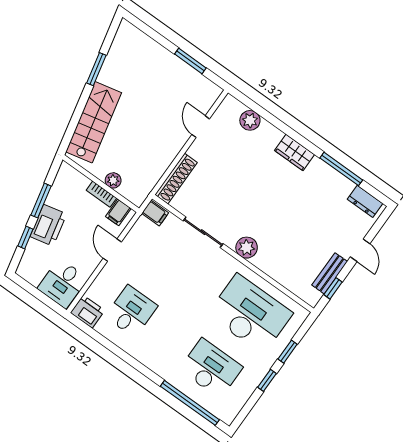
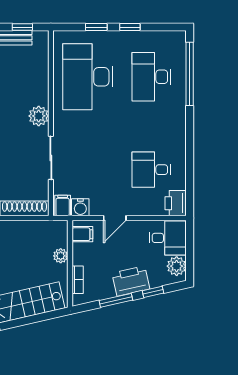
bookcase: (101, 194) -> (78, 280), moved
water cooler: (143, 227) -> (80, 207), added
plant: (33, 274) -> (177, 266), added

